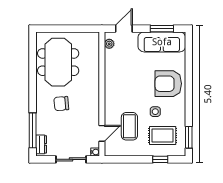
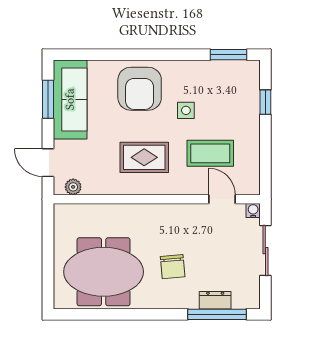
rug: (163, 136) -> (144, 157), moved, turned 90
dresser: (41, 144) -> (215, 300), moved

